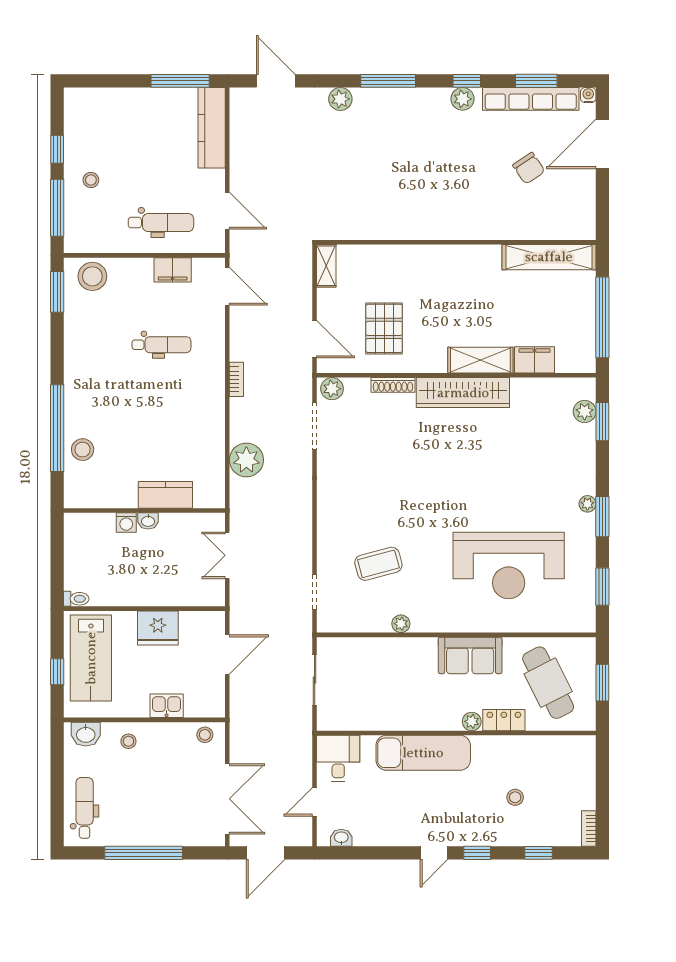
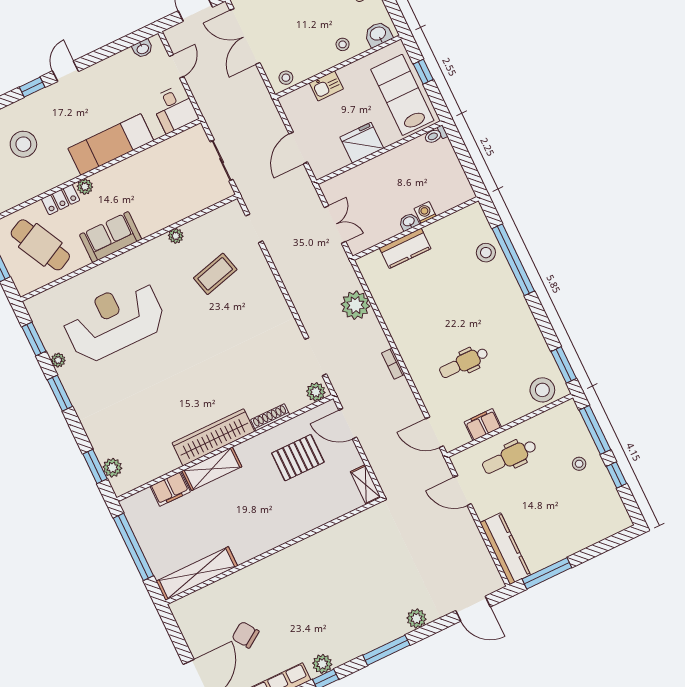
pallet: (384, 328) -> (298, 458), turned 90
plant: (587, 504) -> (58, 360), moved
stool: (515, 797) -> (23, 144), width x1.89, depth x1.89

